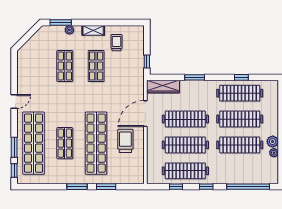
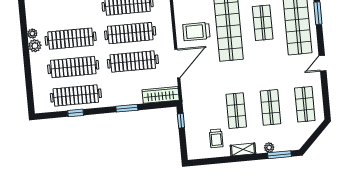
shop shelf: (34, 66) -> (305, 104), added
trolley: (125, 141) -> (196, 31), turned 90

